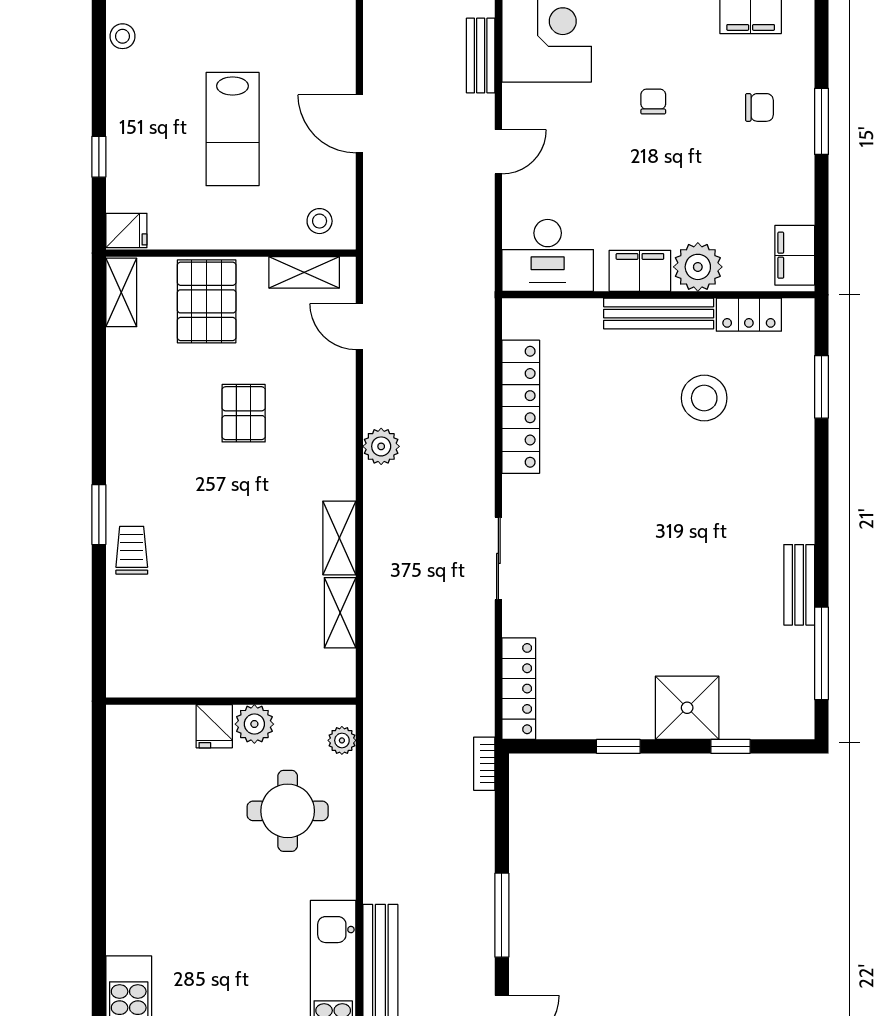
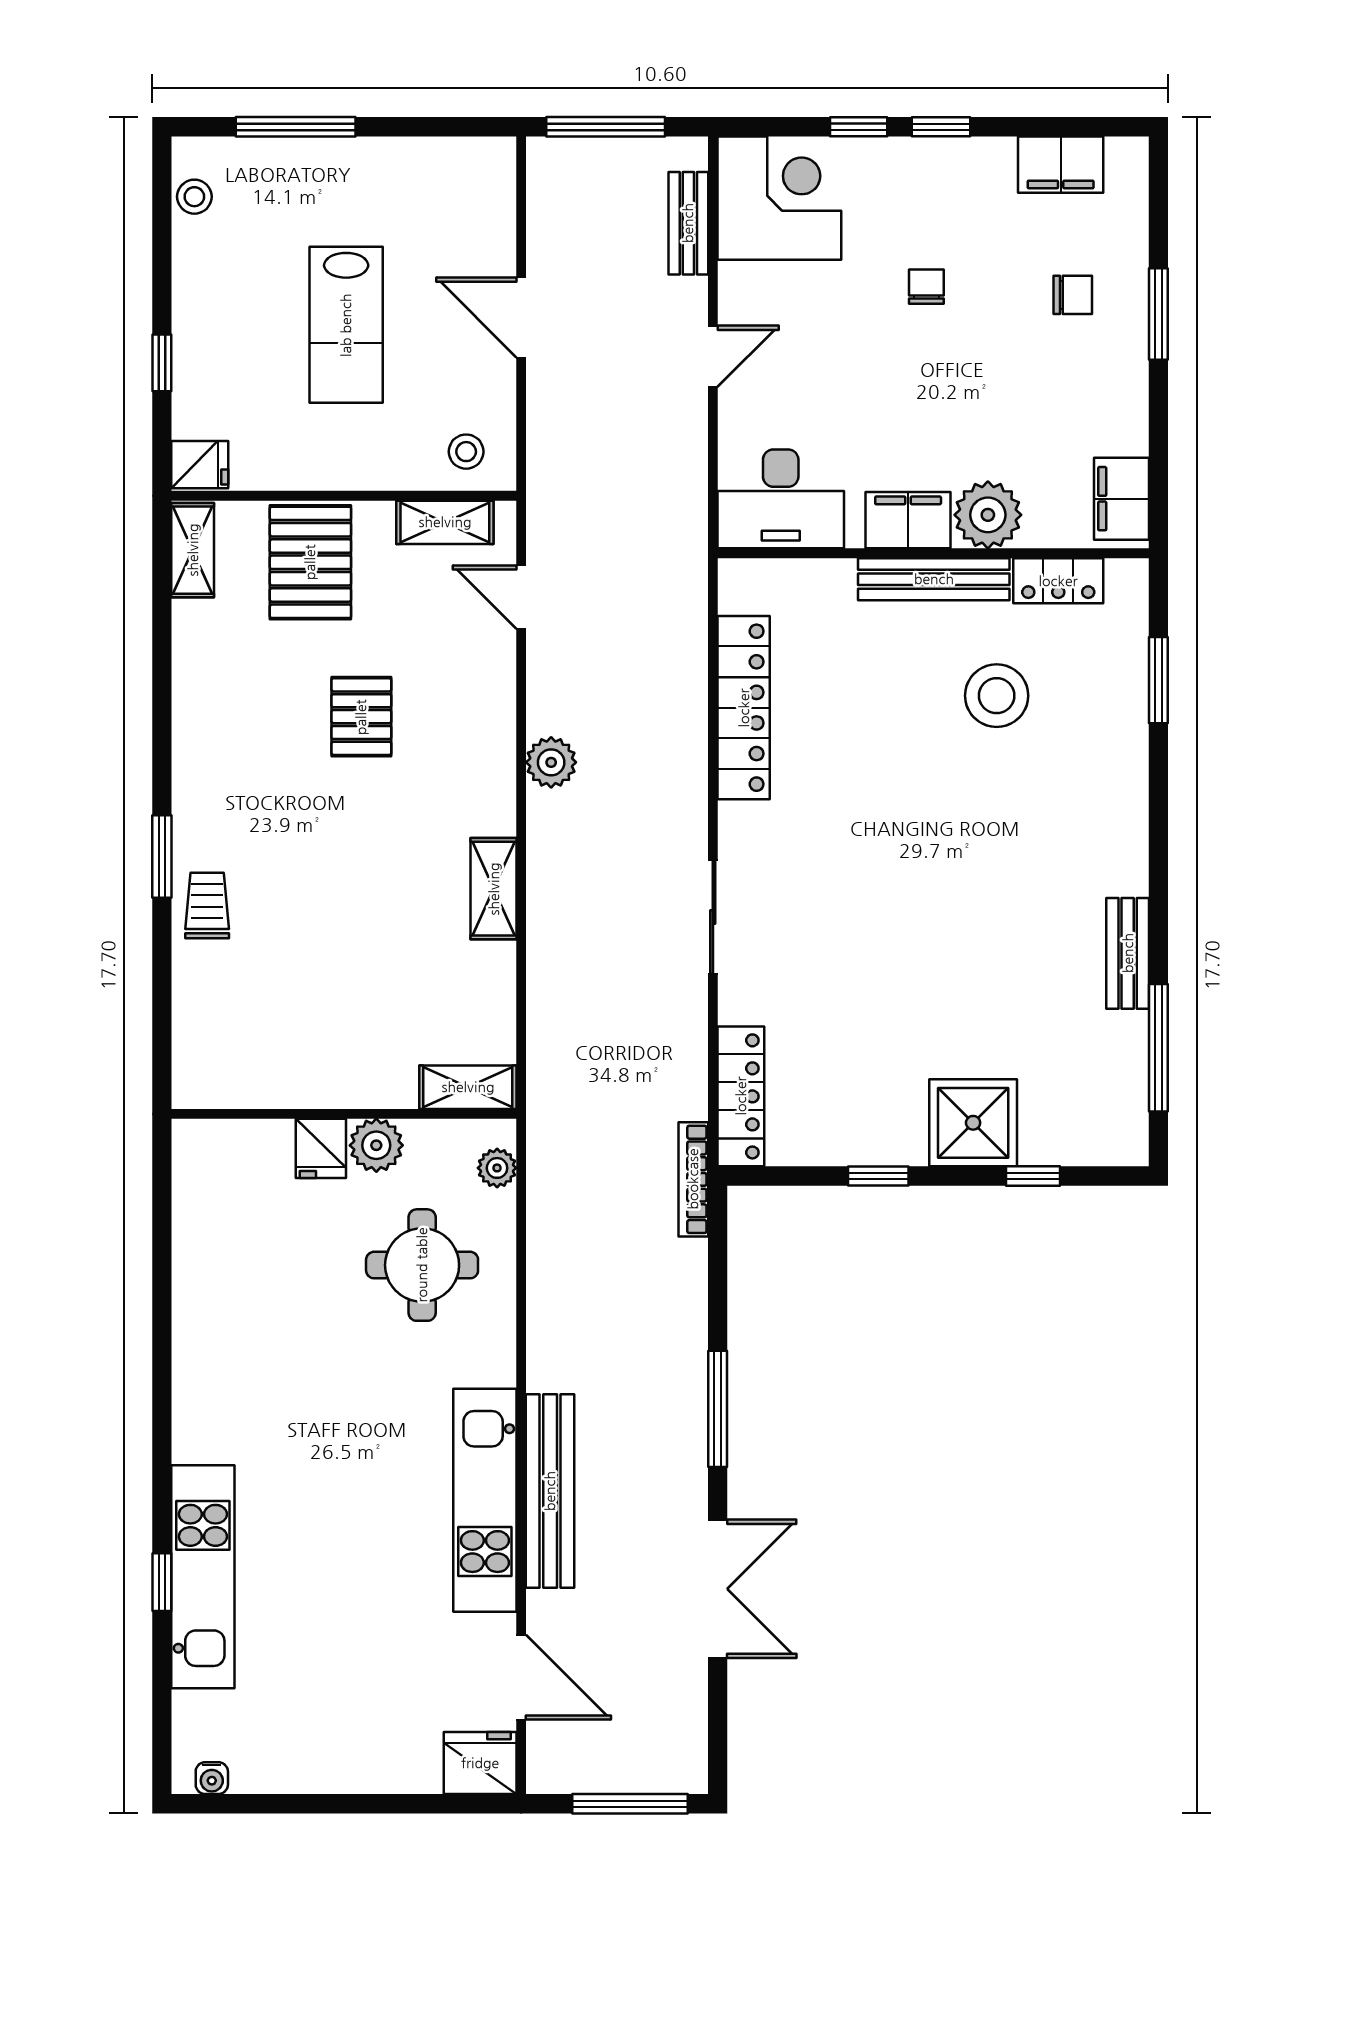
shelving: (340, 613) -> (468, 1087), moved, turned 90
bookcase: (484, 764) -> (693, 1179), width x1.56

